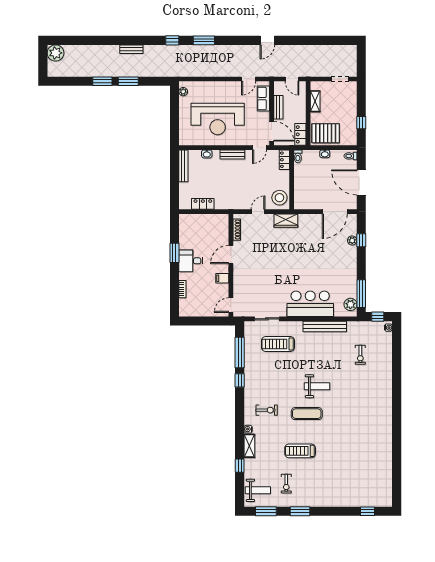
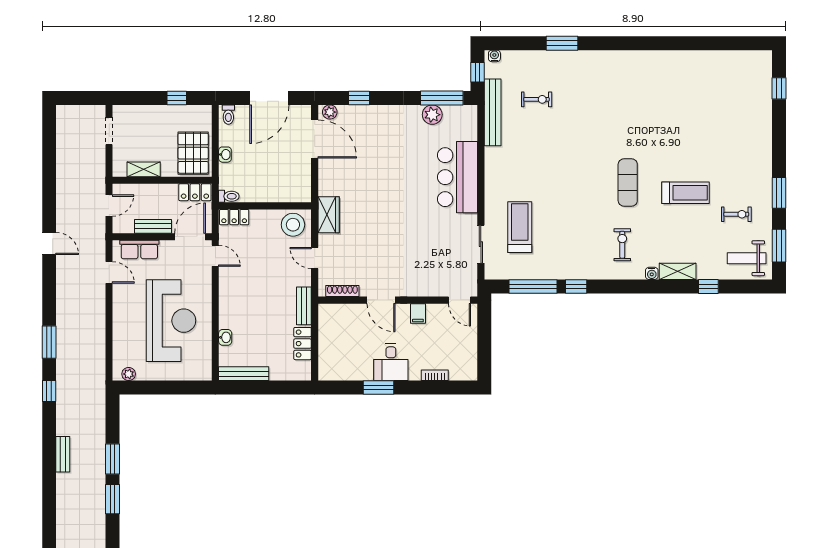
bench: (232, 154) -> (304, 306), moved
plant: (352, 240) -> (330, 112), moved
plant: (350, 304) -> (432, 115), moved
bench: (325, 326) -> (493, 112), moved
treadmill: (278, 344) -> (520, 227), turned 180
window: (397, 371) -> (562, 43), added
weight bench: (317, 386) -> (585, 166), removed
treadmill: (300, 451) -> (685, 193), turned -90
weight bench: (258, 490) -> (747, 258), turned -90

